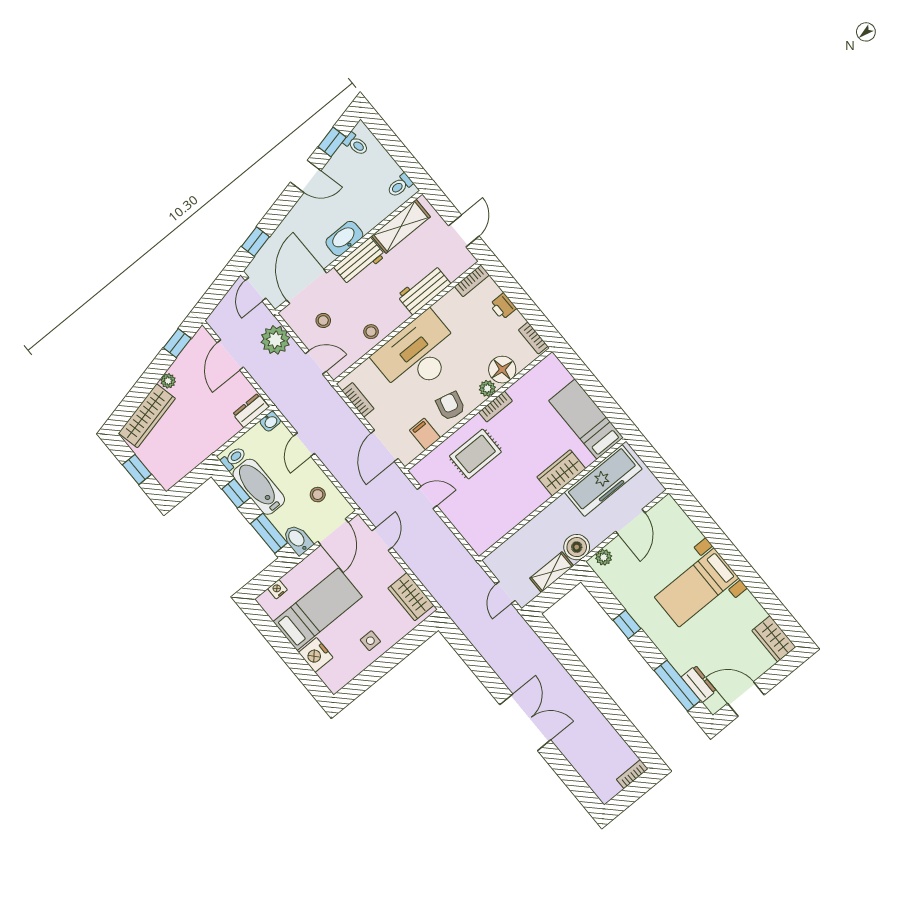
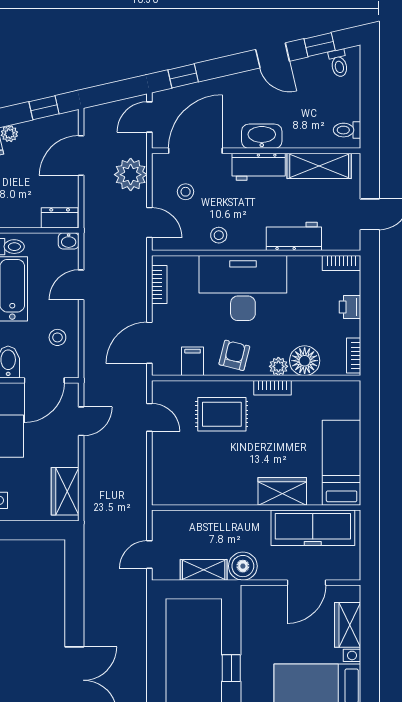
wardrobe: (683, 528) -> (348, 625), added
plant: (604, 557) -> (259, 594), removed

